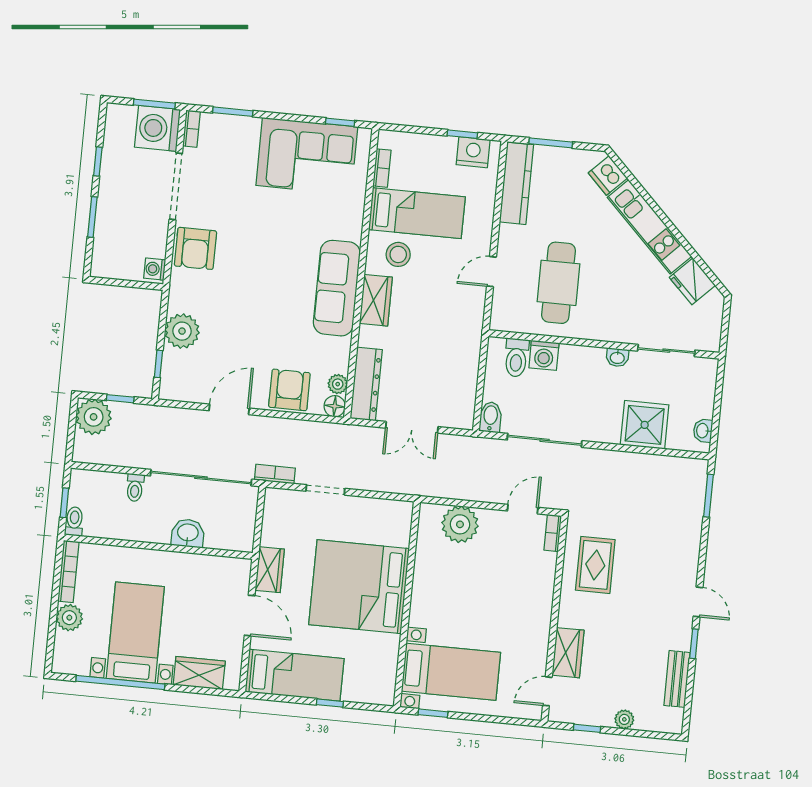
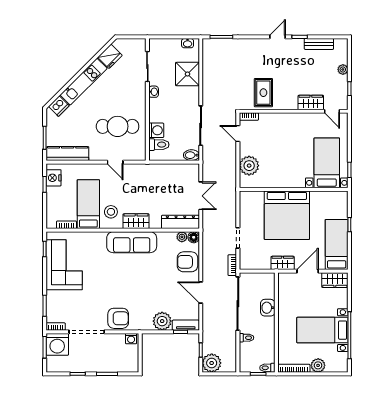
tv unit: (170, 375) -> (186, 325), added
rug: (595, 565) -> (263, 93), turned 90
wardrobe: (199, 673) -> (335, 280), moved, turned -90

